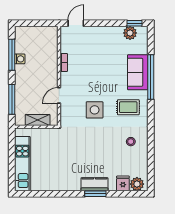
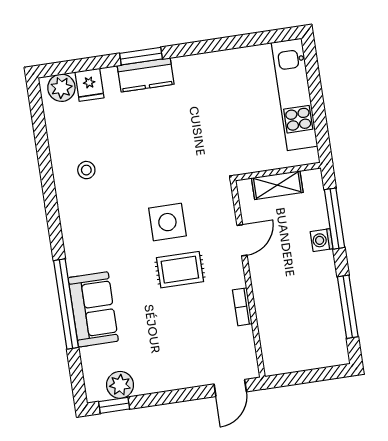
washing machine: (20, 59) -> (322, 240), moved
rug: (128, 107) -> (180, 270), moved

